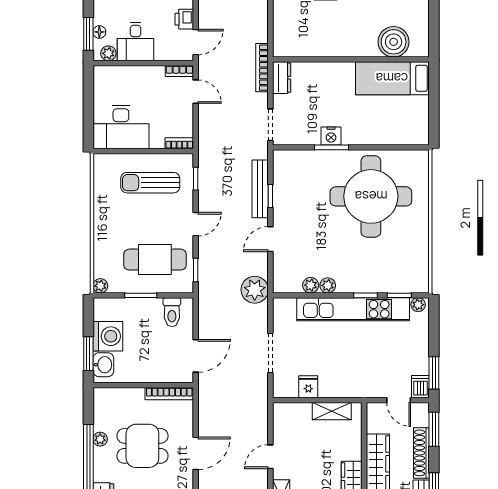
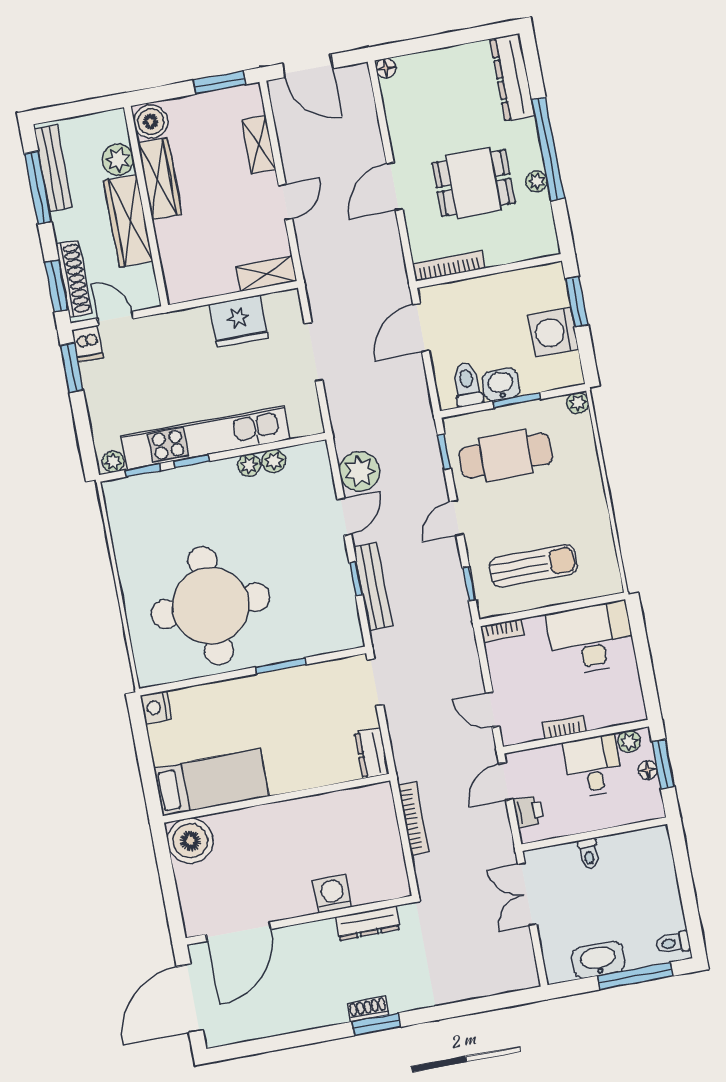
boiler: (394, 42) -> (190, 841), moved
bookcase: (262, 68) -> (413, 818), moved
bookcase: (179, 71) -> (564, 727), moved
nightstand: (331, 136) -> (156, 707), moved, turned -90
plant: (255, 290) -> (359, 471), moved
washbasin: (103, 365) -> (501, 384), moved, turned 90
fridge: (308, 387) -> (239, 321), width x1.88, depth x1.34
shelving: (332, 411) -> (266, 274), moved
shoe rack: (421, 453) -> (74, 279), moved

